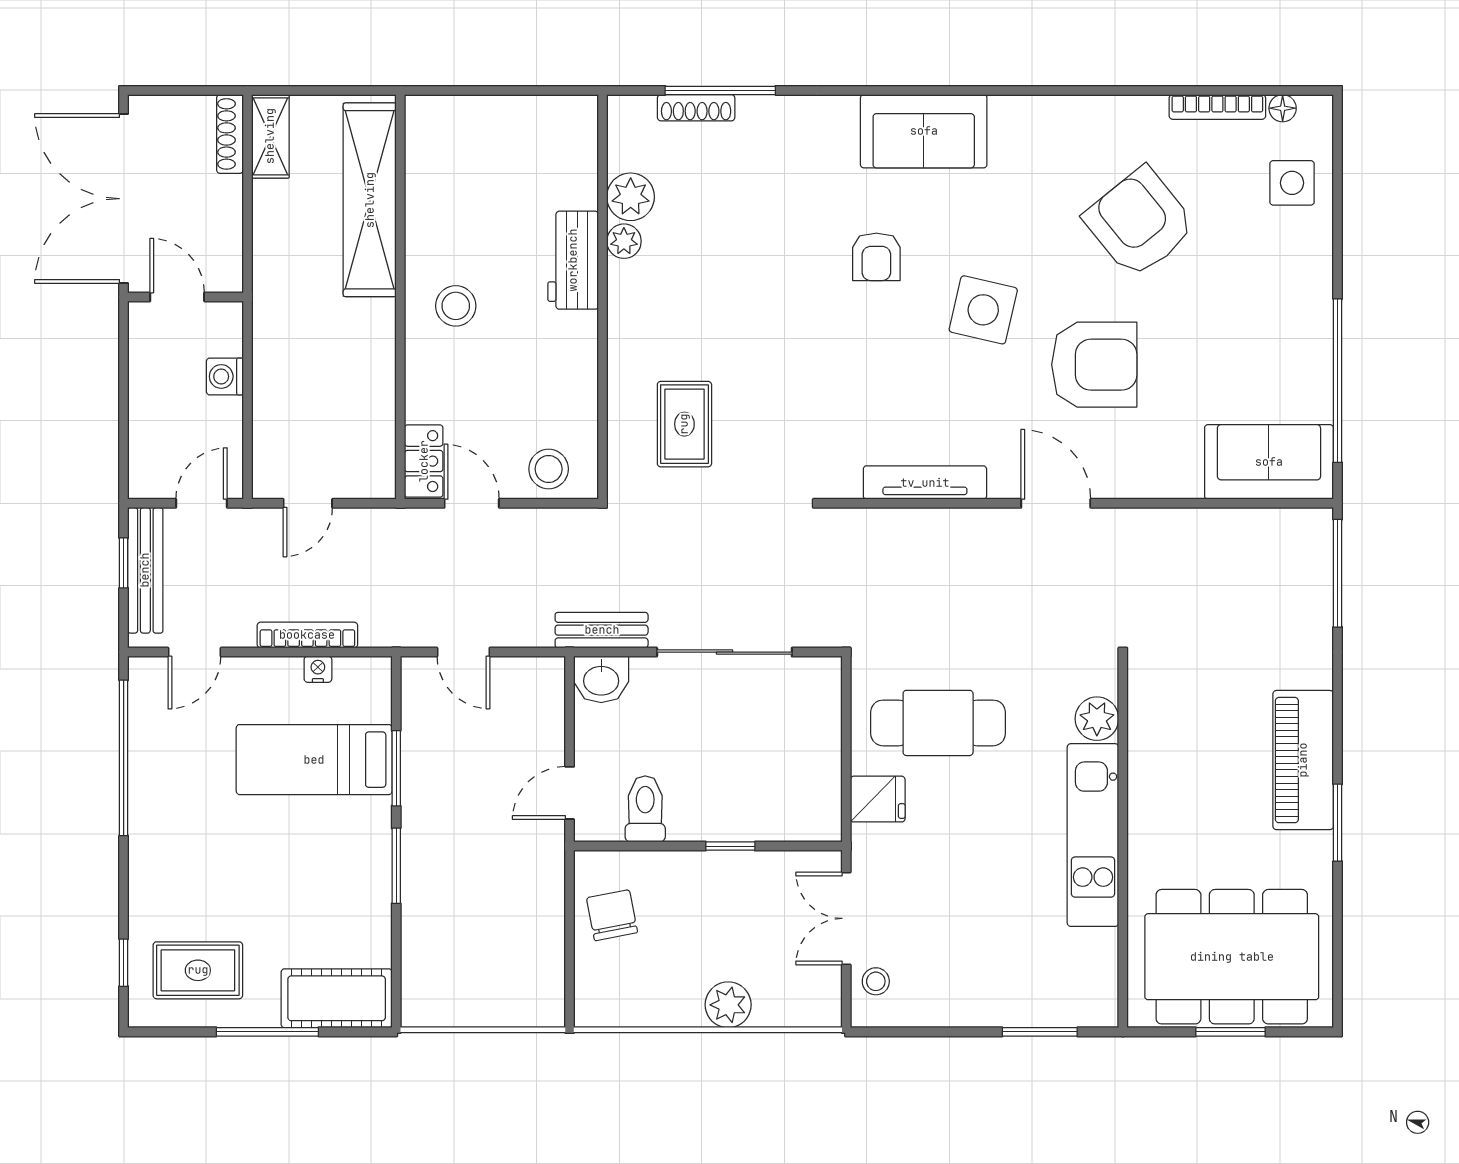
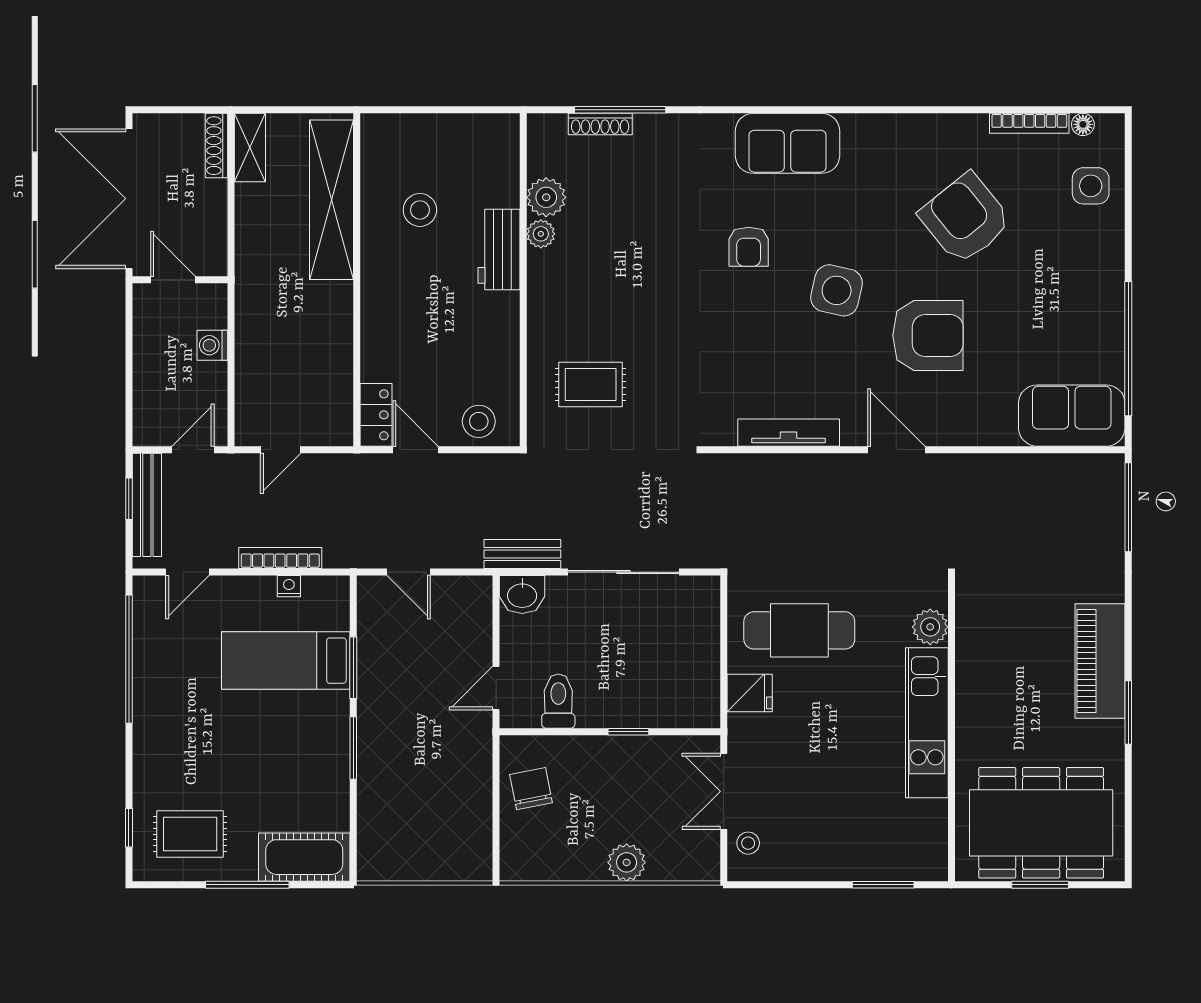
stool: (456, 306) -> (420, 210), moved
rug: (684, 424) -> (591, 384), turned 90

